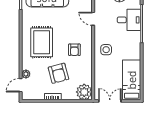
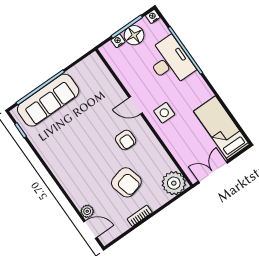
door: (93, 19) -> (136, 105), moved
desk: (129, 20) -> (170, 62), width x1.37
rug: (42, 42) -> (79, 159), removed
door: (21, 85) -> (90, 229), swing flipped

